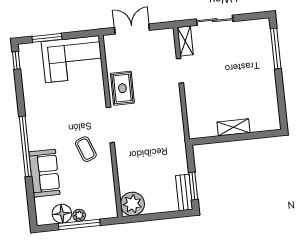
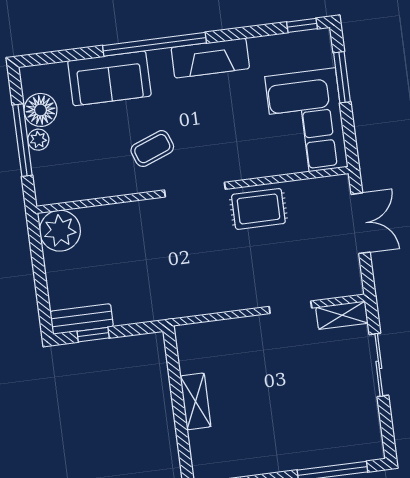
fireplace: (34, 114) -> (210, 58), added
window: (193, 186) -> (93, 335), width x0.67

